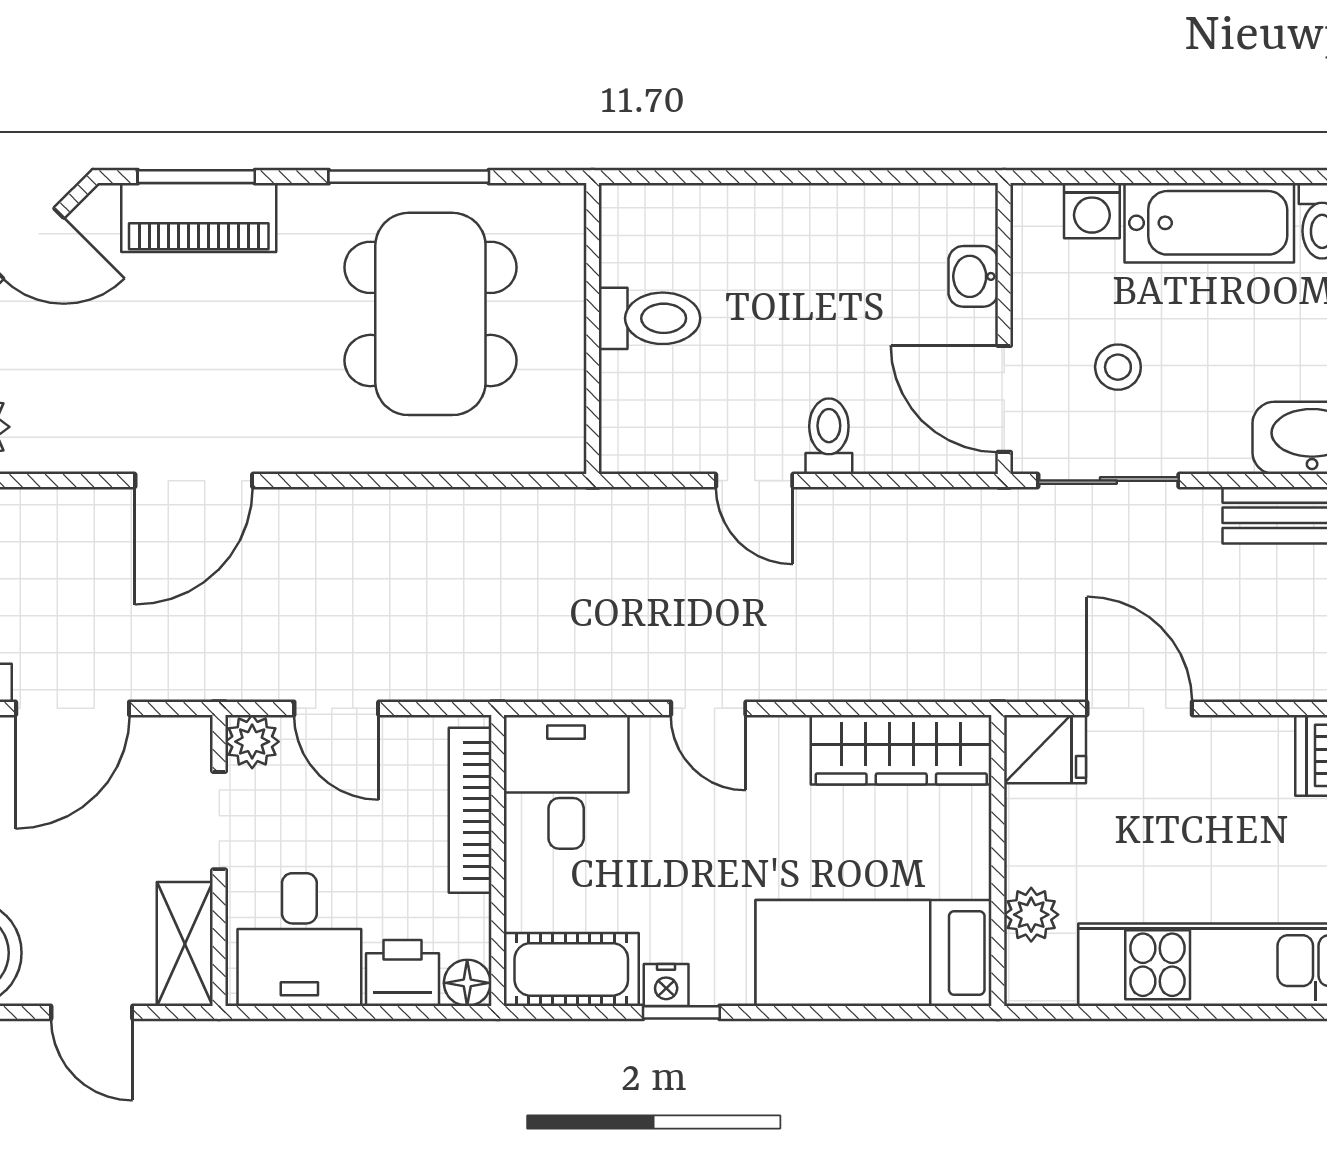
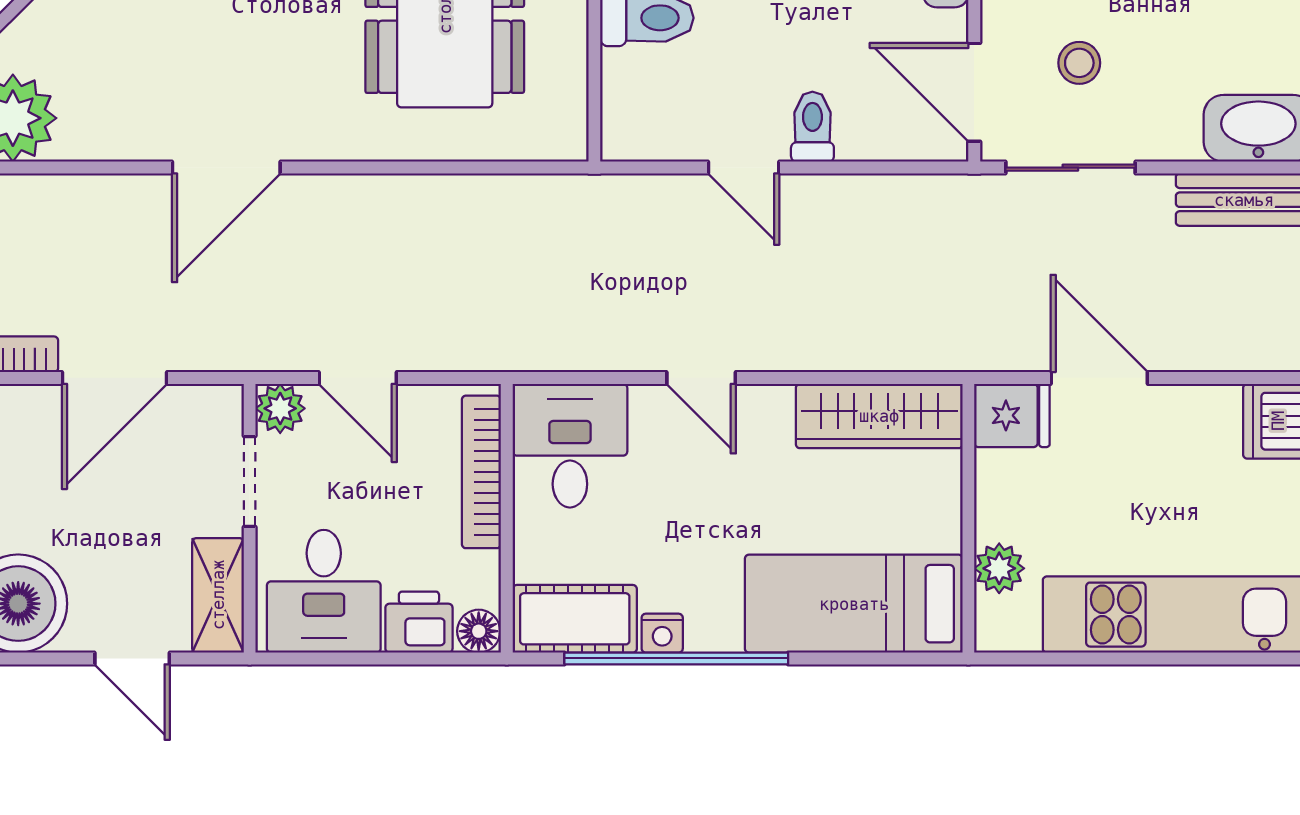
window: (681, 1012) -> (676, 658), width x3.17

